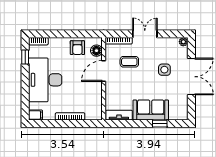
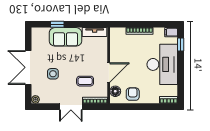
window: (25, 57) -> (181, 44), moved

